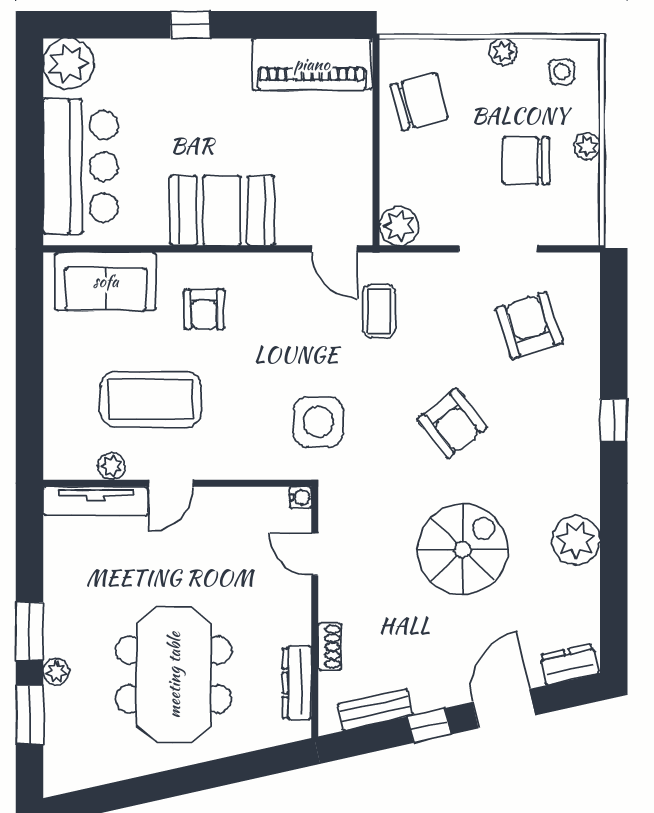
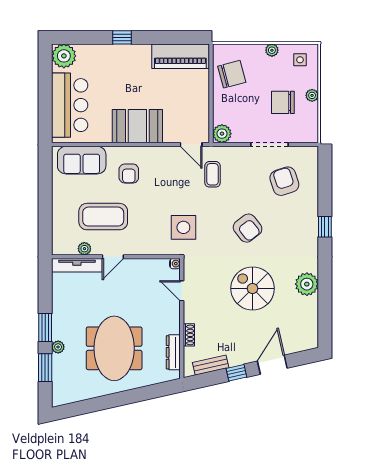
spiral stairs: (463, 550) -> (253, 288), turned -90
dresser: (569, 664) -> (304, 343), removed

